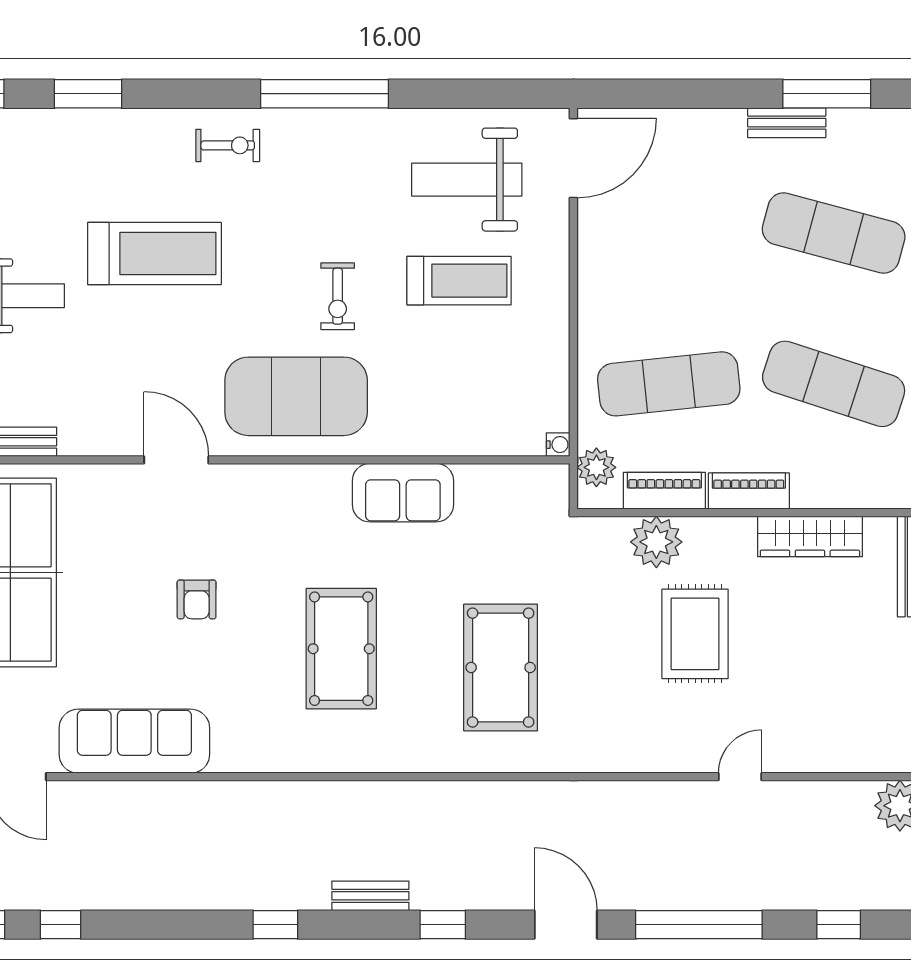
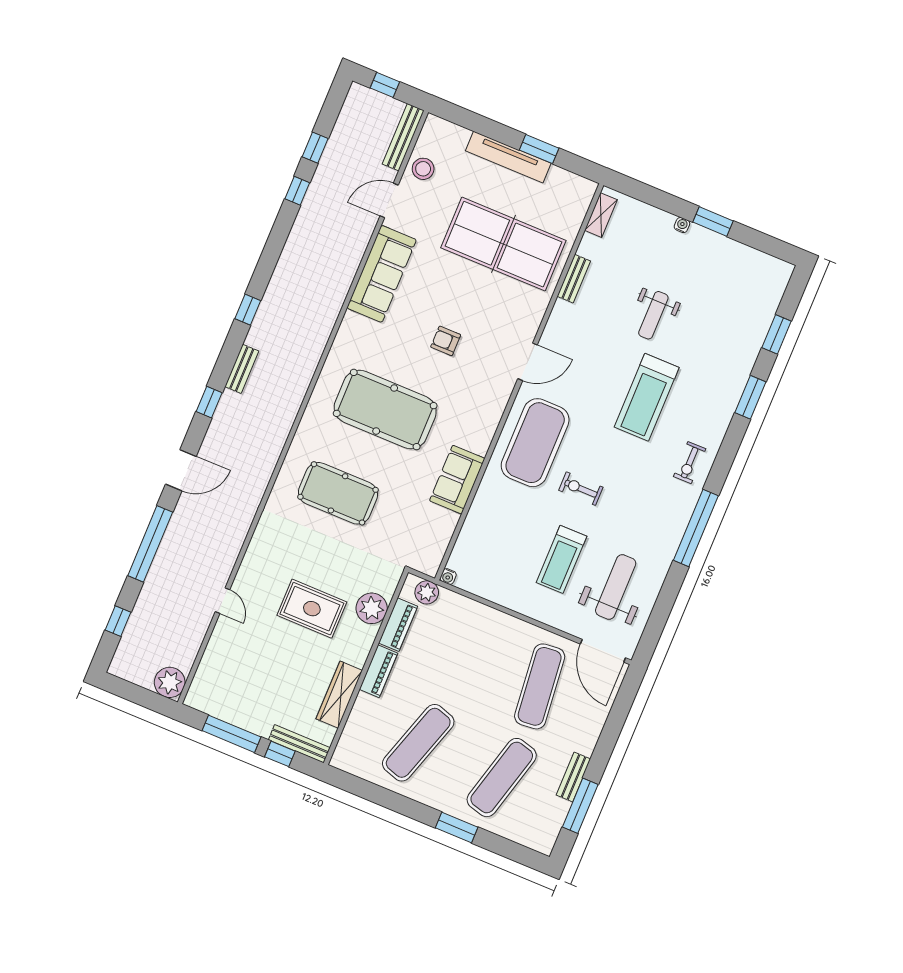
exercise mat: (669, 384) -> (540, 686), moved
pool table: (341, 649) -> (385, 410), width x1.36, depth x1.32

